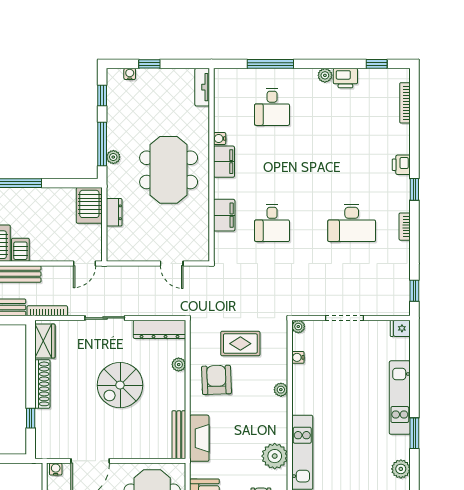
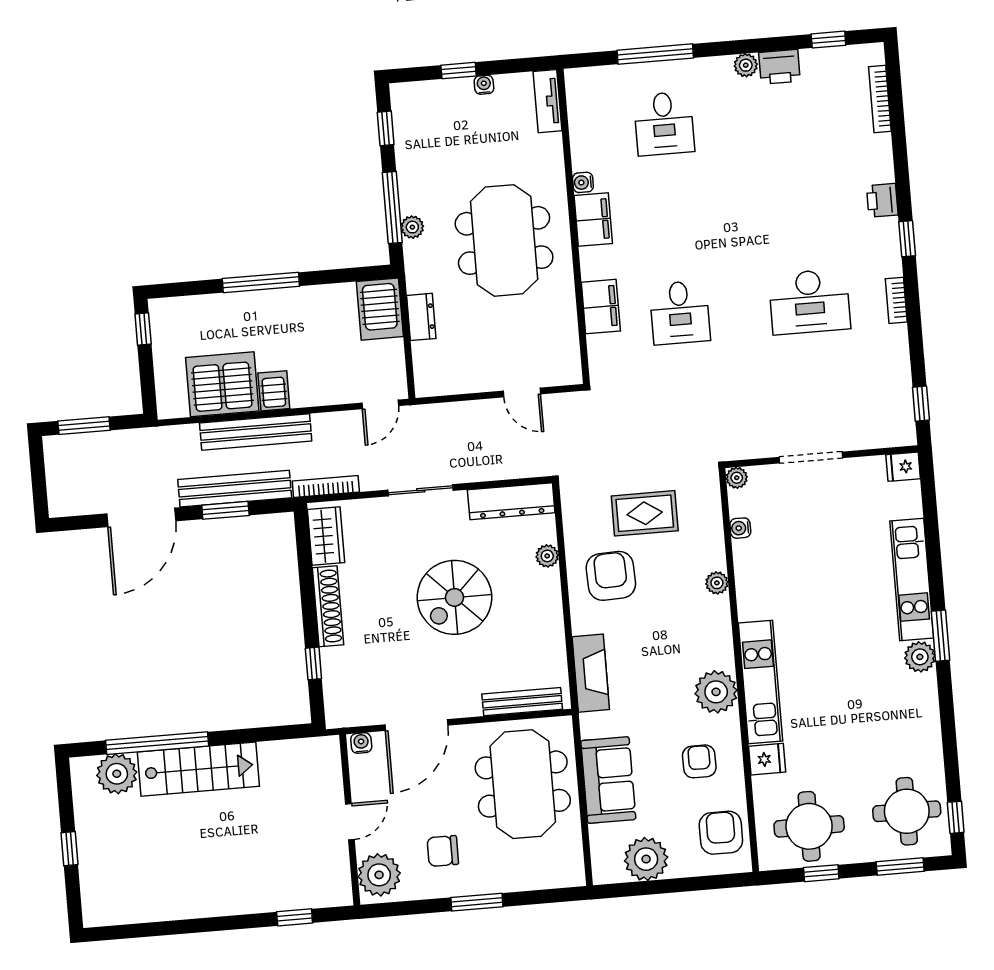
water cooler: (130, 74) -> (484, 85), moved
bench: (179, 435) -> (522, 702), moved, turned 90
plant: (401, 469) -> (920, 657), moved

